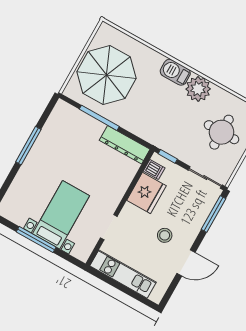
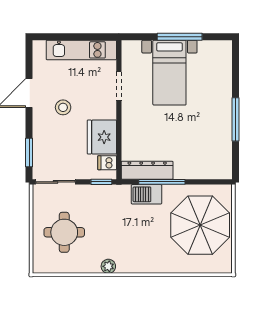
barbecue: (175, 72) -> (146, 194), moved, turned 180
plant: (198, 89) -> (108, 266), width x0.53, depth x0.53
window: (99, 118) -> (162, 182), moved
window: (213, 214) -> (29, 152), width x0.69

